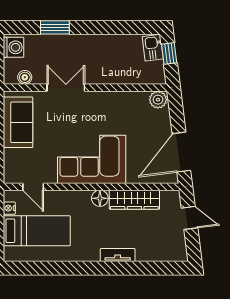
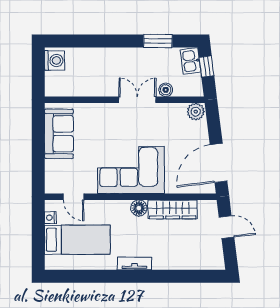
window: (55, 27) -> (158, 41), moved
boiler: (25, 77) -> (166, 90), moved
double door: (66, 88) -> (137, 100), moved
tv unit: (118, 255) -> (134, 264), moved

